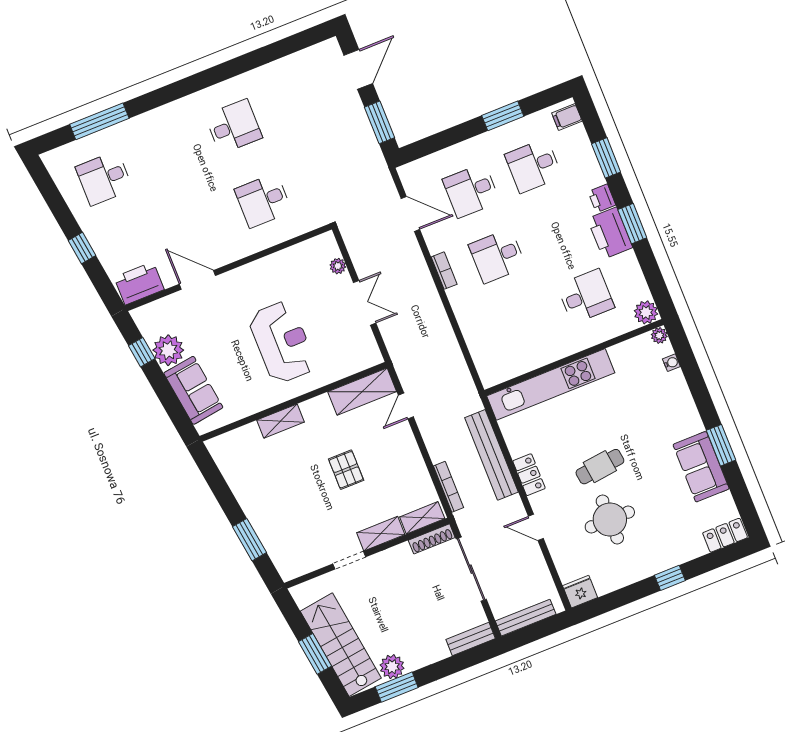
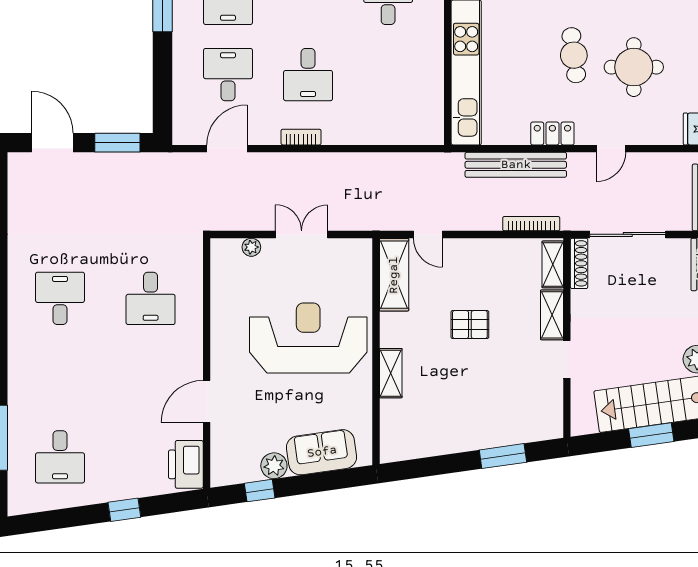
desk: (471, 191) -> (228, 75), turned 180
reception desk: (282, 342) -> (308, 338), width x1.36, depth x1.30
plant: (168, 350) -> (274, 466), width x0.73, depth x0.73

